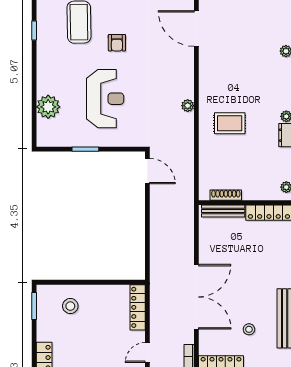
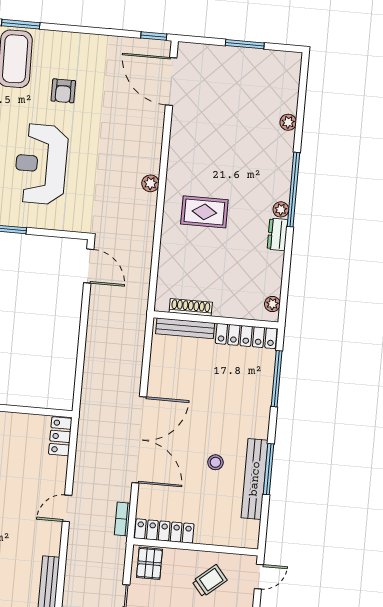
reception desk: (105, 99) -> (41, 164), turned 180
locker: (138, 307) -> (60, 436), width x0.66
stool: (249, 329) -> (215, 462), moved

